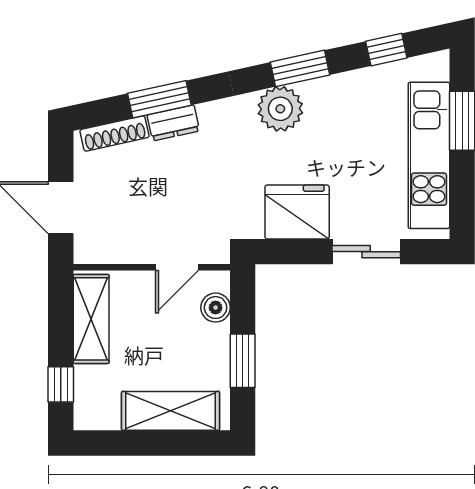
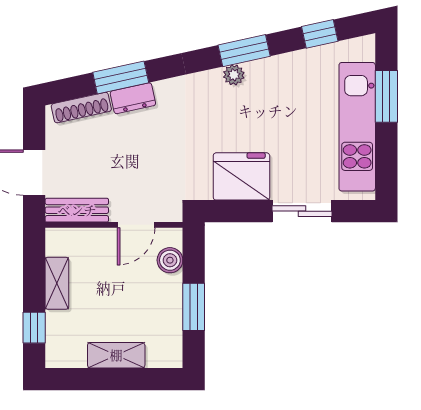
plant: (280, 109) -> (234, 75), width x0.53, depth x0.53
bench: (109, 250) -> (77, 210), added
shelving: (91, 319) -> (57, 283), width x0.67, depth x0.75
shelving: (171, 411) -> (116, 355), width x0.67, depth x0.75

